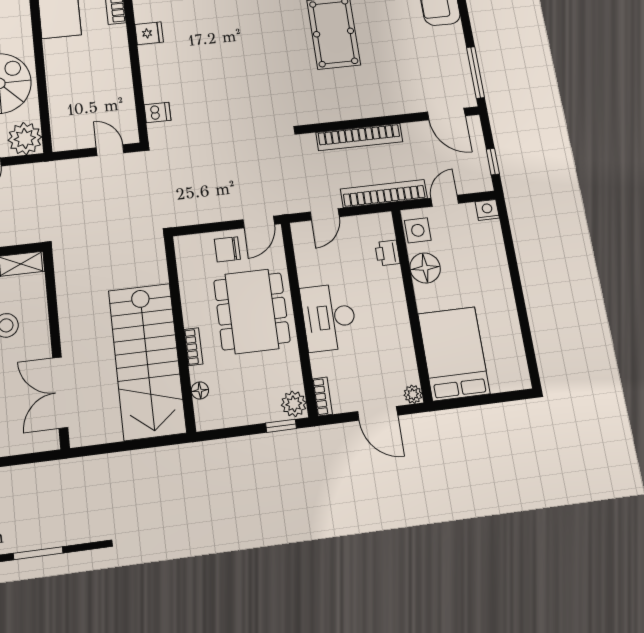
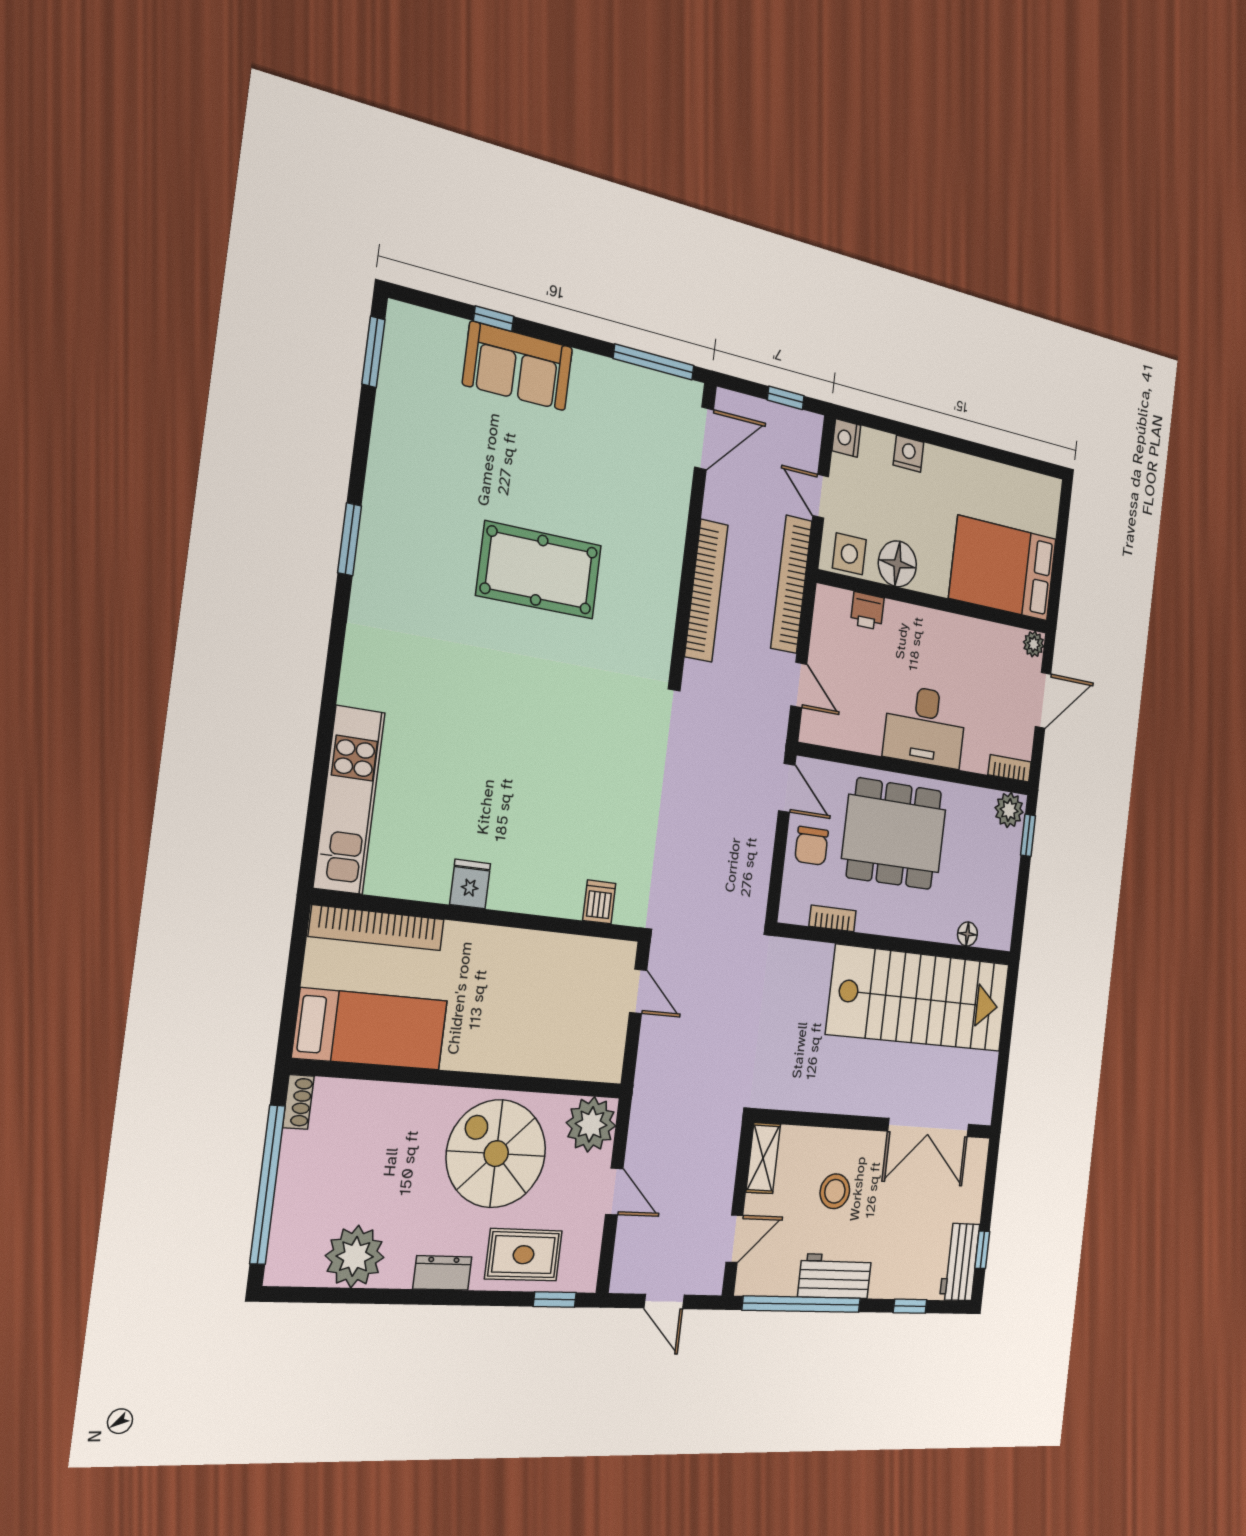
door: (110, 150) -> (638, 991), swing flipped
nightstand: (497, 258) -> (908, 454), added
bookcase: (193, 347) -> (833, 918), moved

